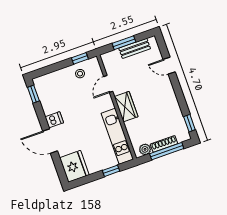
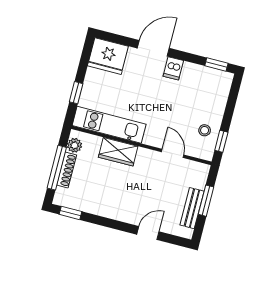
wardrobe: (126, 107) -> (118, 152), moved

